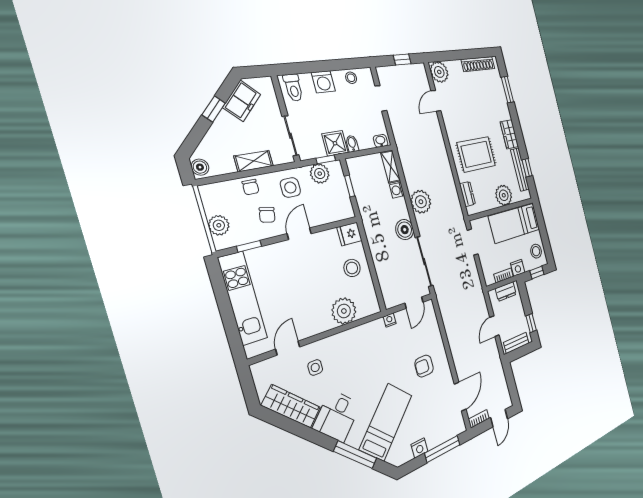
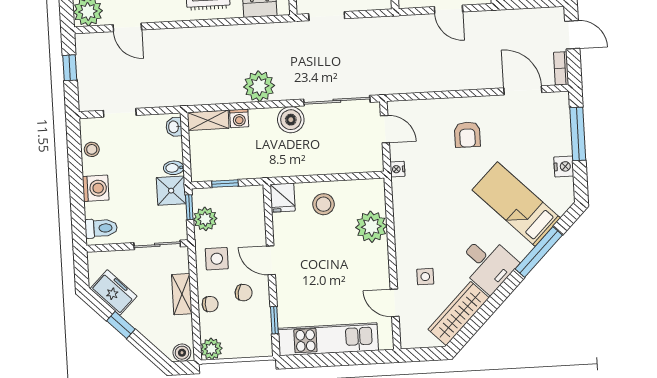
plant: (219, 225) -> (211, 349), moved

